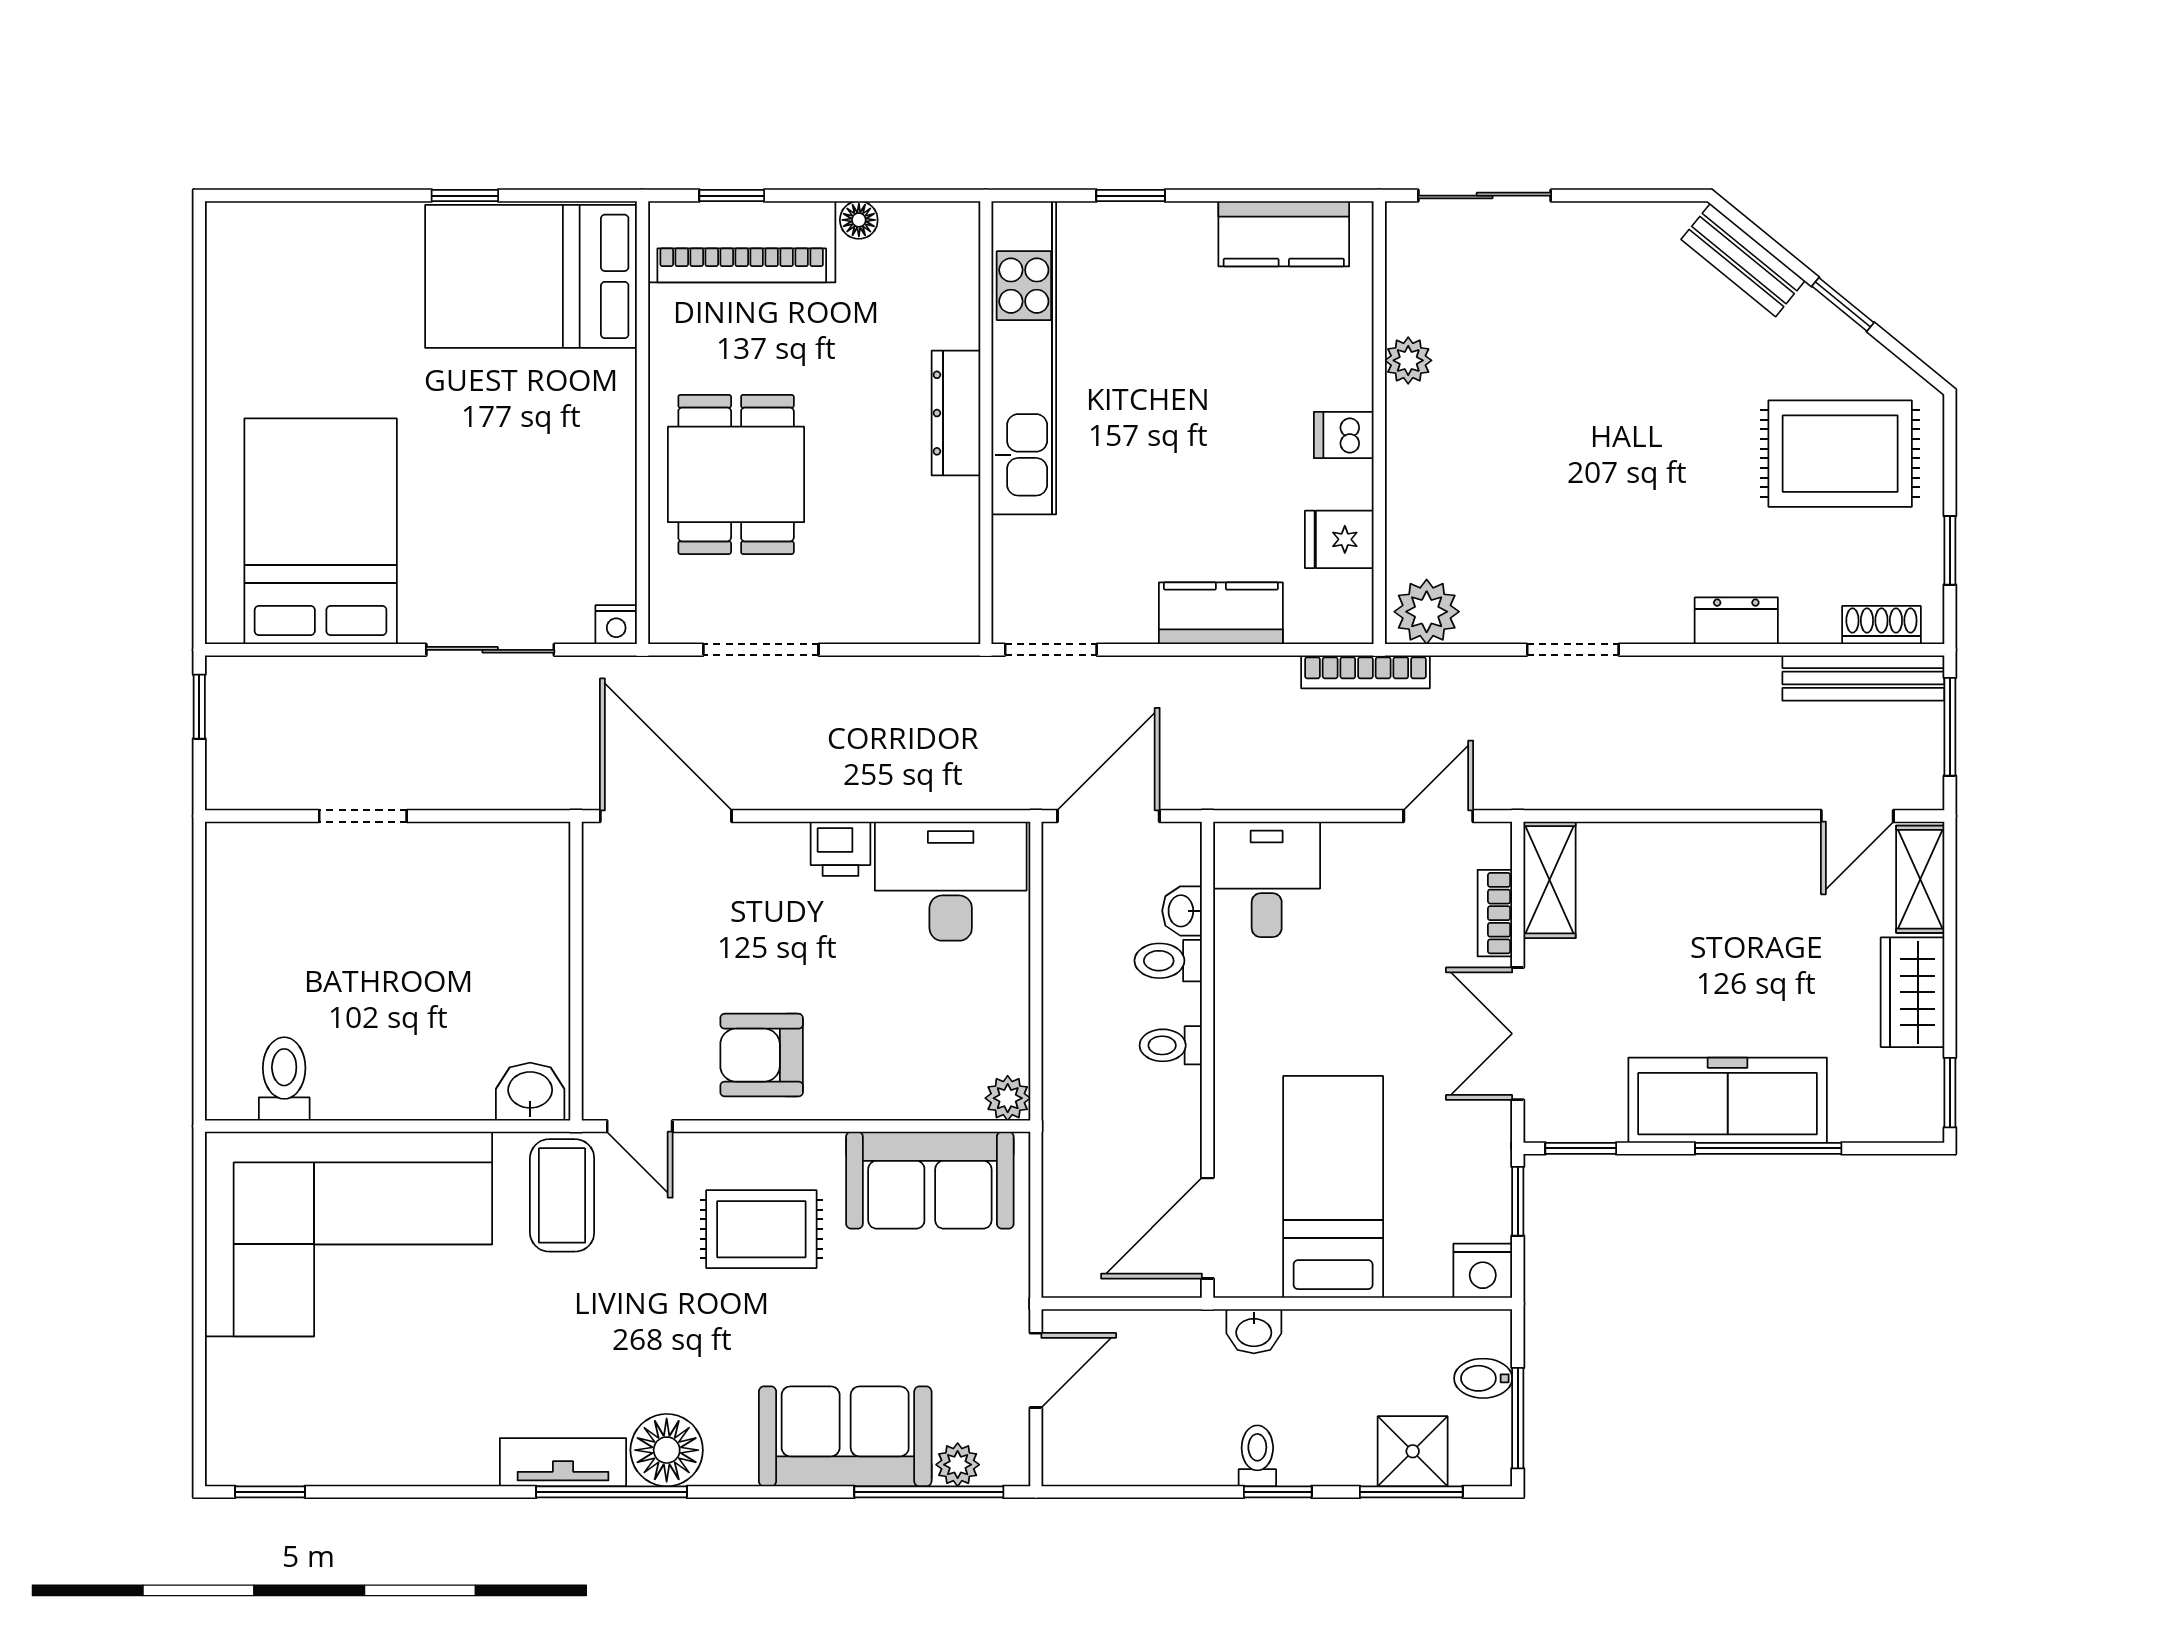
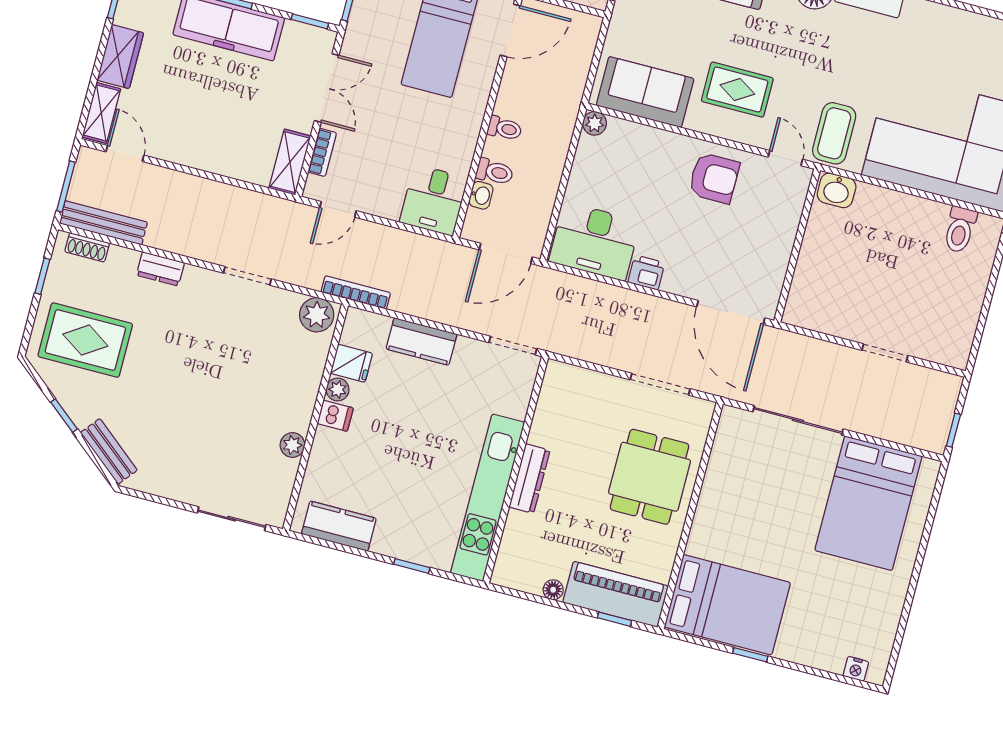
plant: (1352, 484) -> (338, 390), added
nightstand: (616, 625) -> (856, 669), moved, turned 180
sliding door: (490, 650) -> (798, 420), width x1.37
door: (1857, 816) -> (125, 153), hinge flipped

